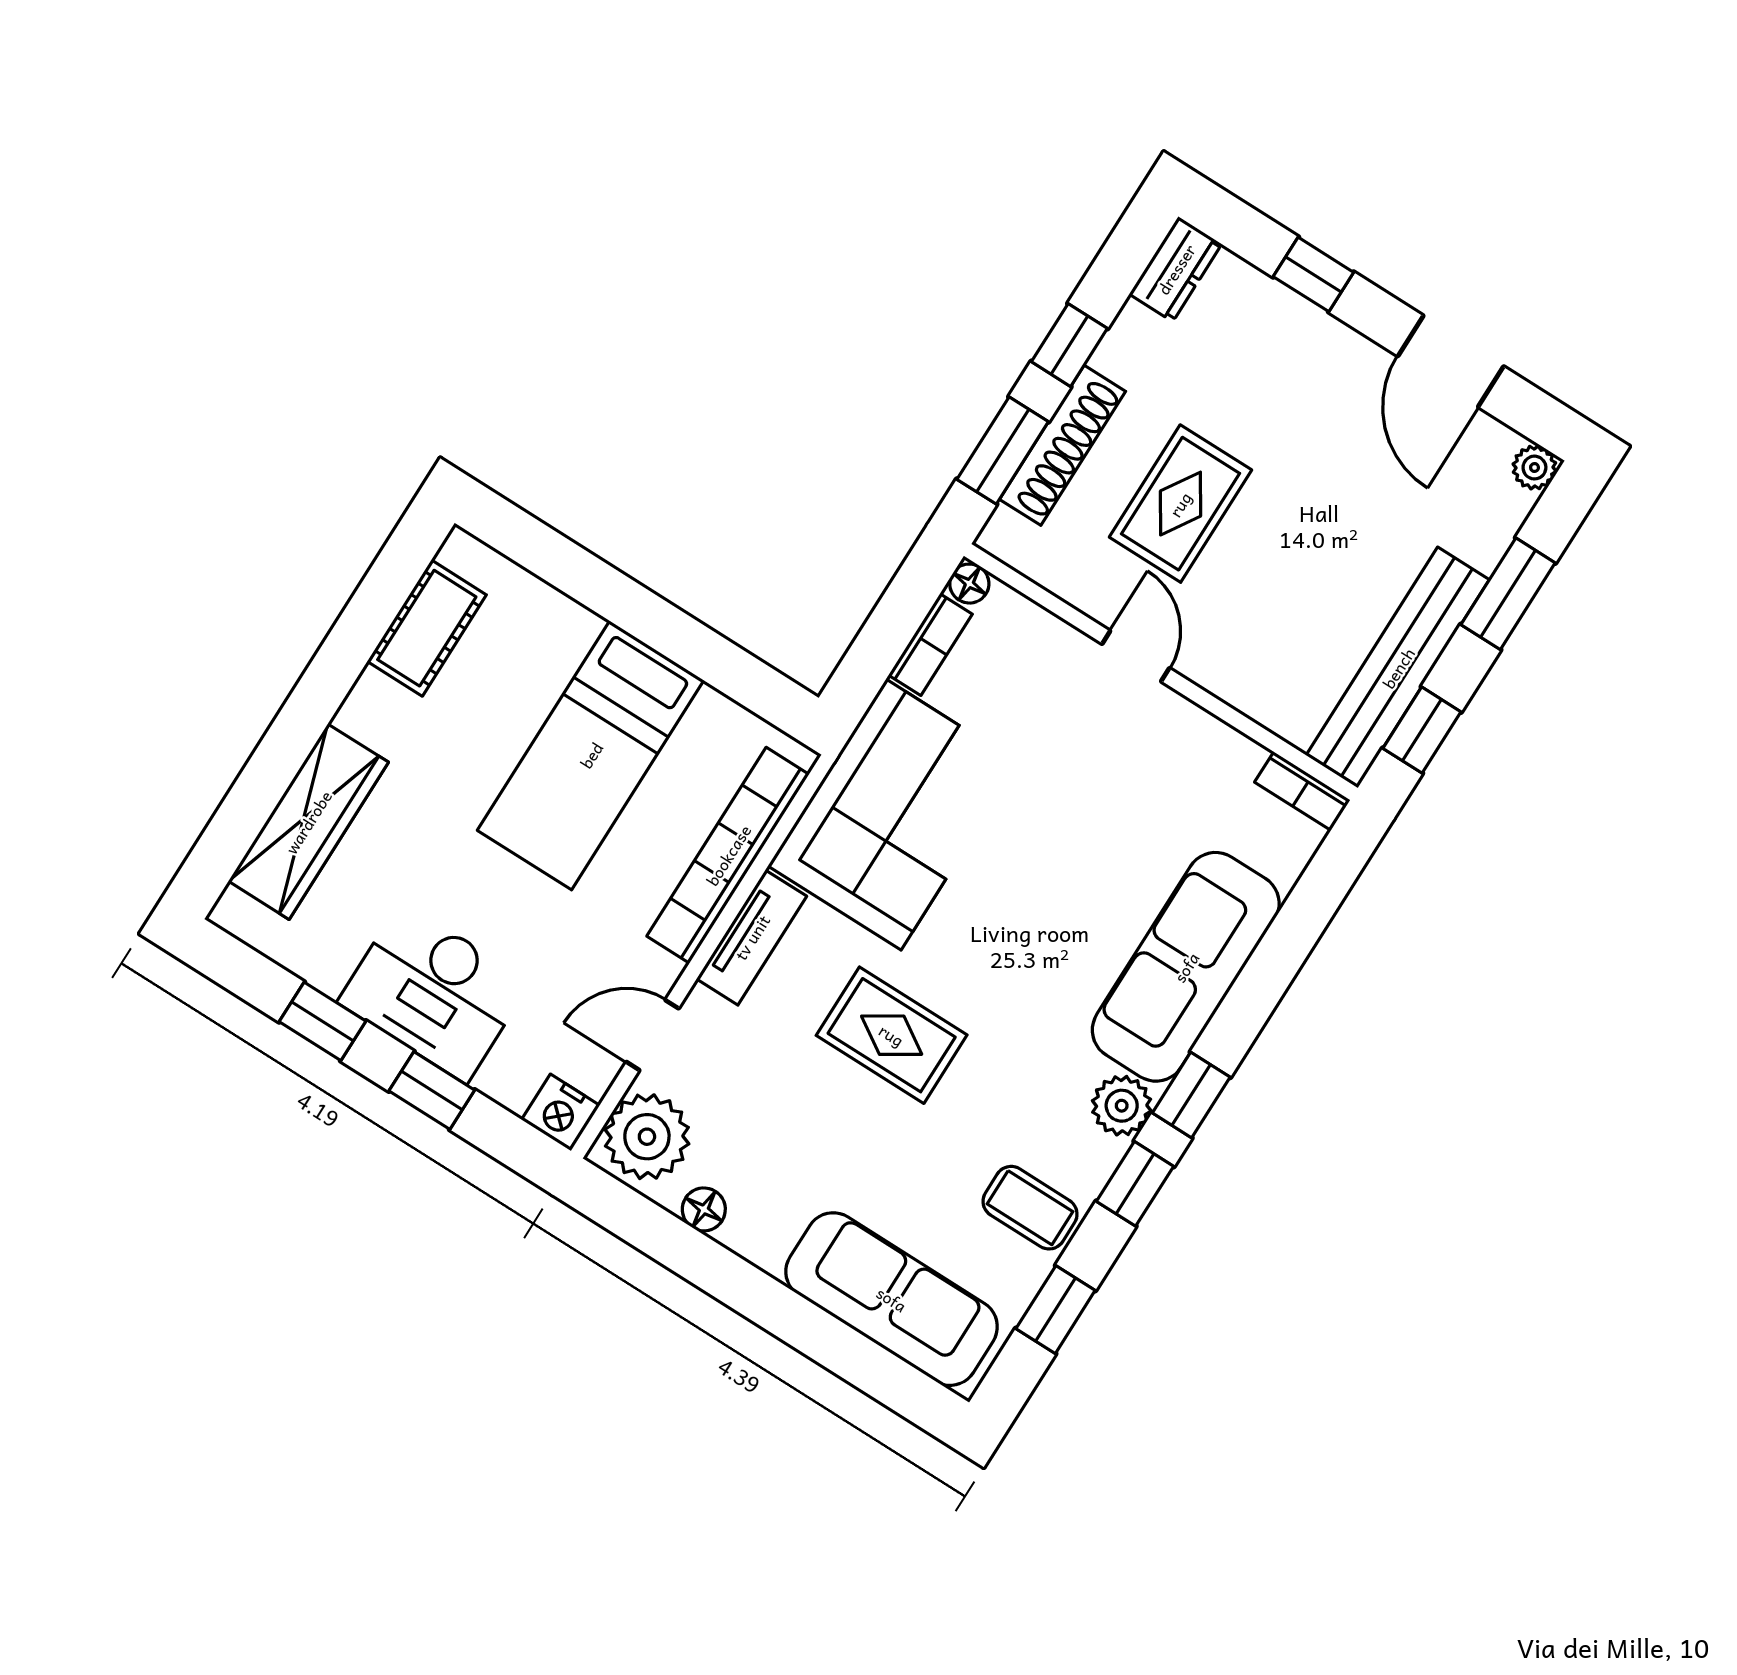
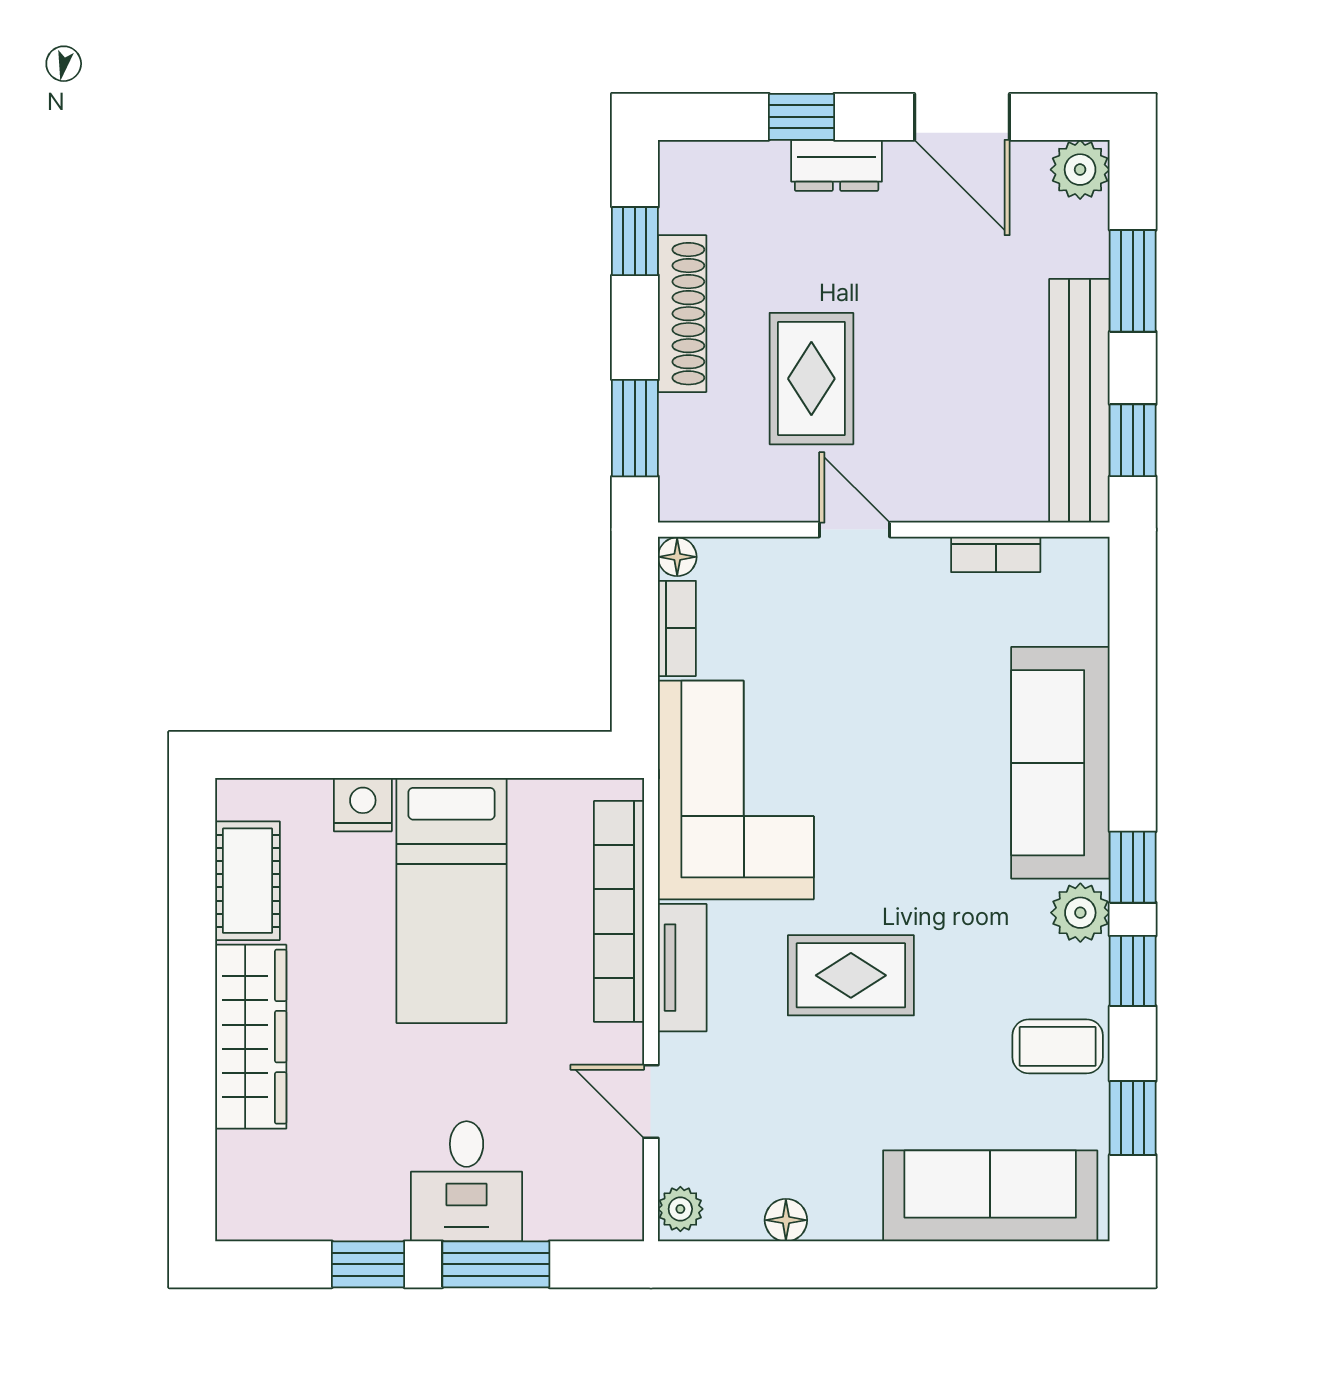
dresser: (1176, 269) -> (837, 165), moved, turned 90
window: (1069, 345) -> (635, 241), moved
shoe rack: (1063, 445) -> (682, 314), moved
plant: (1534, 468) -> (1080, 170), width x1.38, depth x1.38
bookcase: (1302, 791) -> (996, 554), moved
wardrobe: (308, 822) -> (251, 1037), moved
desk: (434, 992) -> (467, 1181), width x0.73
door: (652, 1035) -> (651, 1101), hinge flipped
window: (432, 1090) -> (496, 1264), width x1.50
nightstand: (561, 1112) -> (363, 805), moved, turned 180
plant: (647, 1137) -> (680, 1209), width x0.53, depth x0.53

